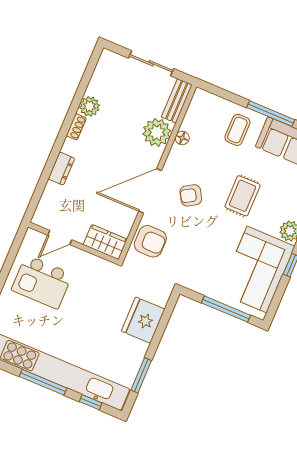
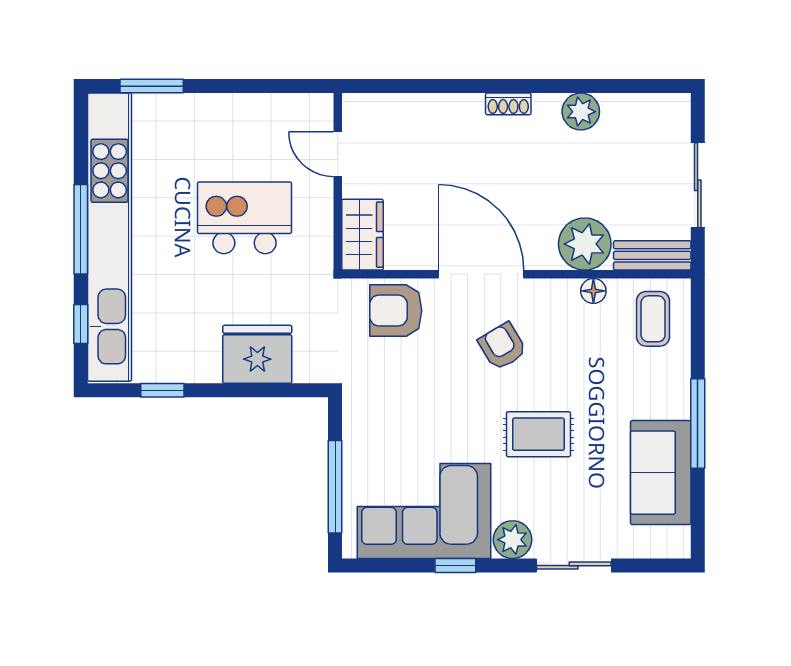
shoe rack: (76, 127) -> (508, 104), moved
coffee table: (237, 130) -> (653, 319), moved, turned 90
dresser: (61, 169) -> (456, 108), removed
armchair: (150, 241) -> (396, 311), turned 90
kitchen island: (42, 282) -> (245, 218), moved, turned 90
window: (141, 375) -> (162, 390), width x0.67

